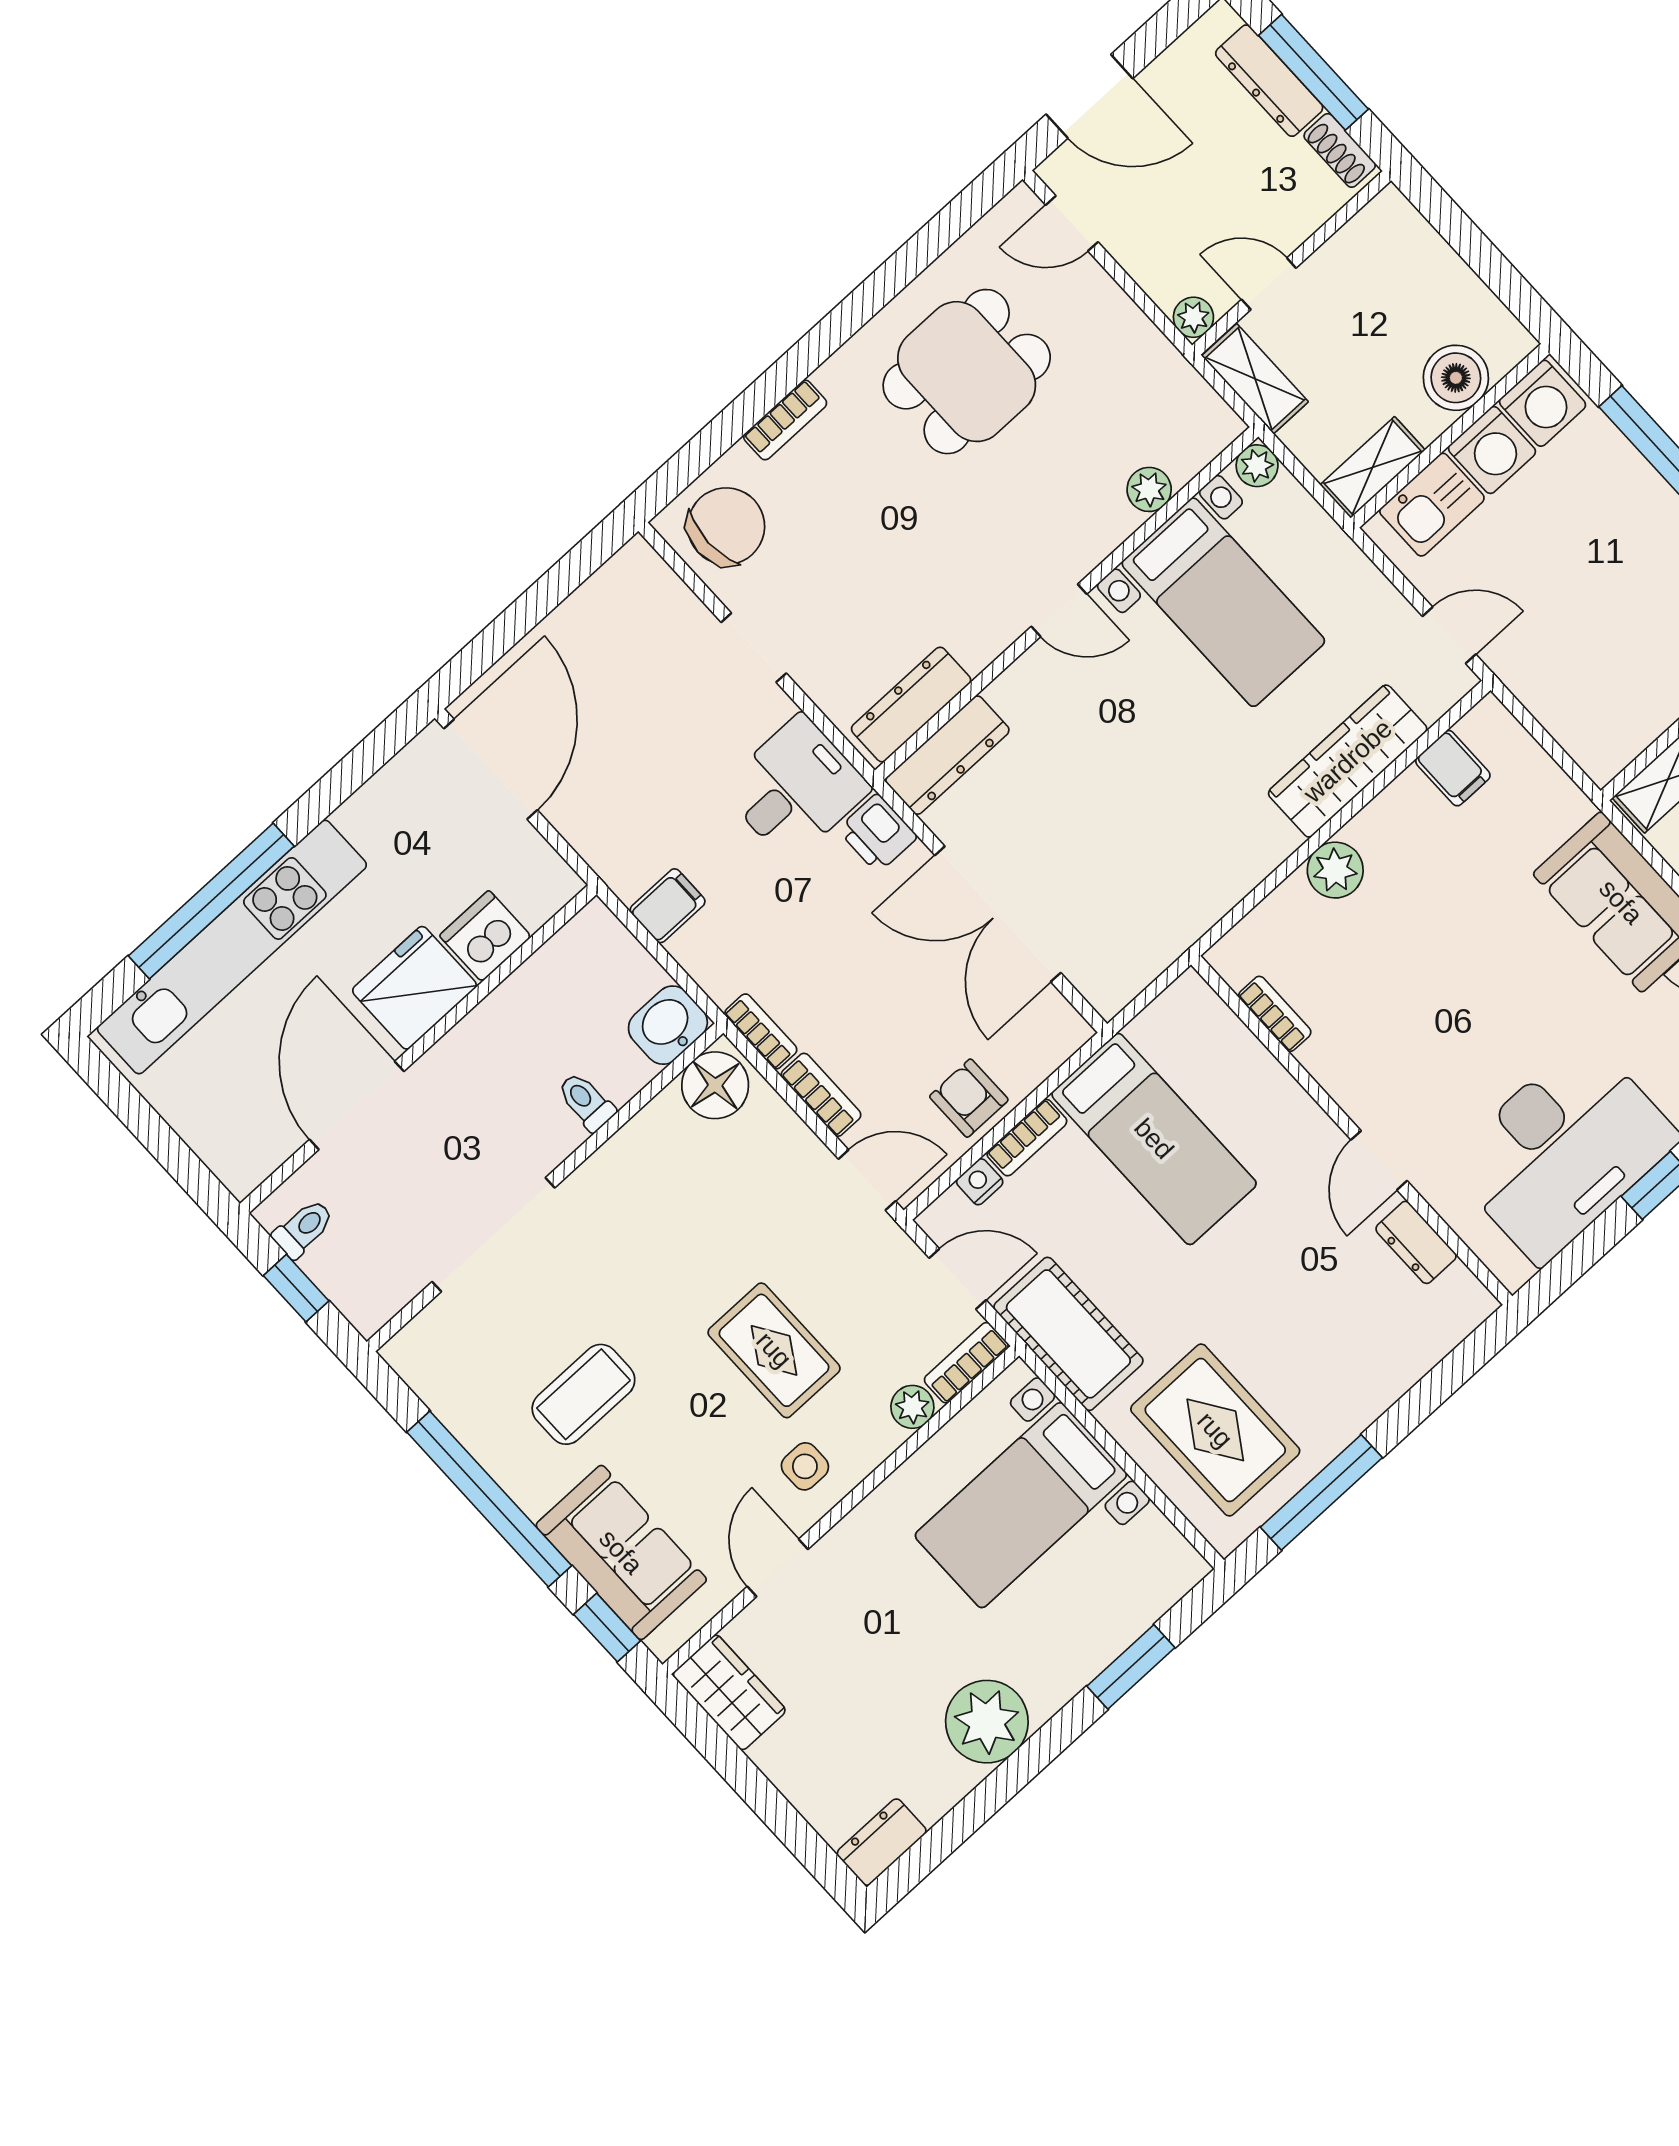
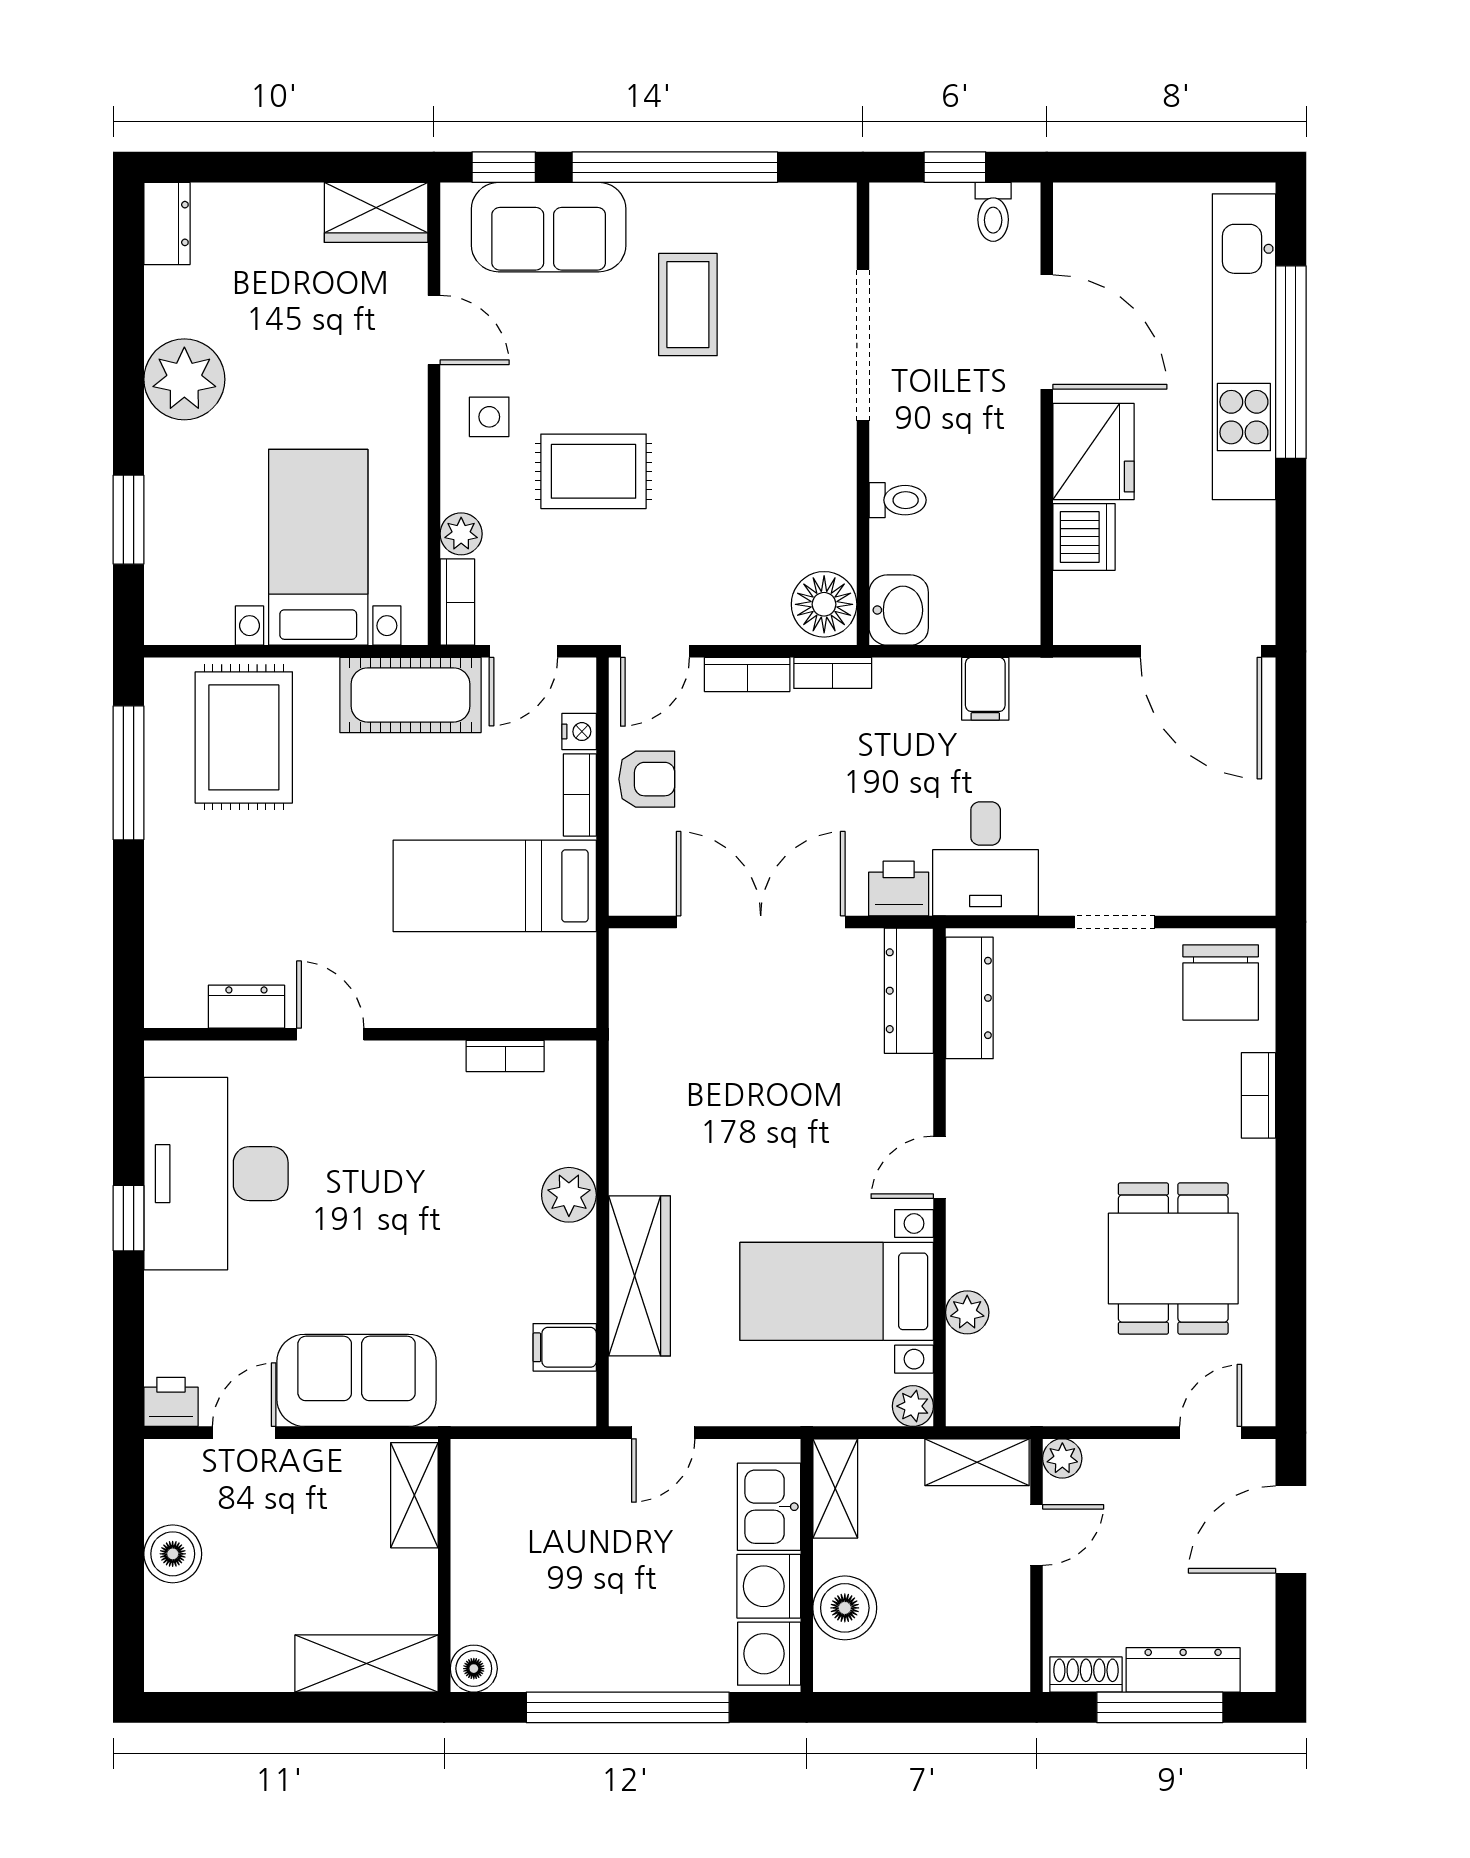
rug: (1215, 1430) -> (244, 737), turned 90

